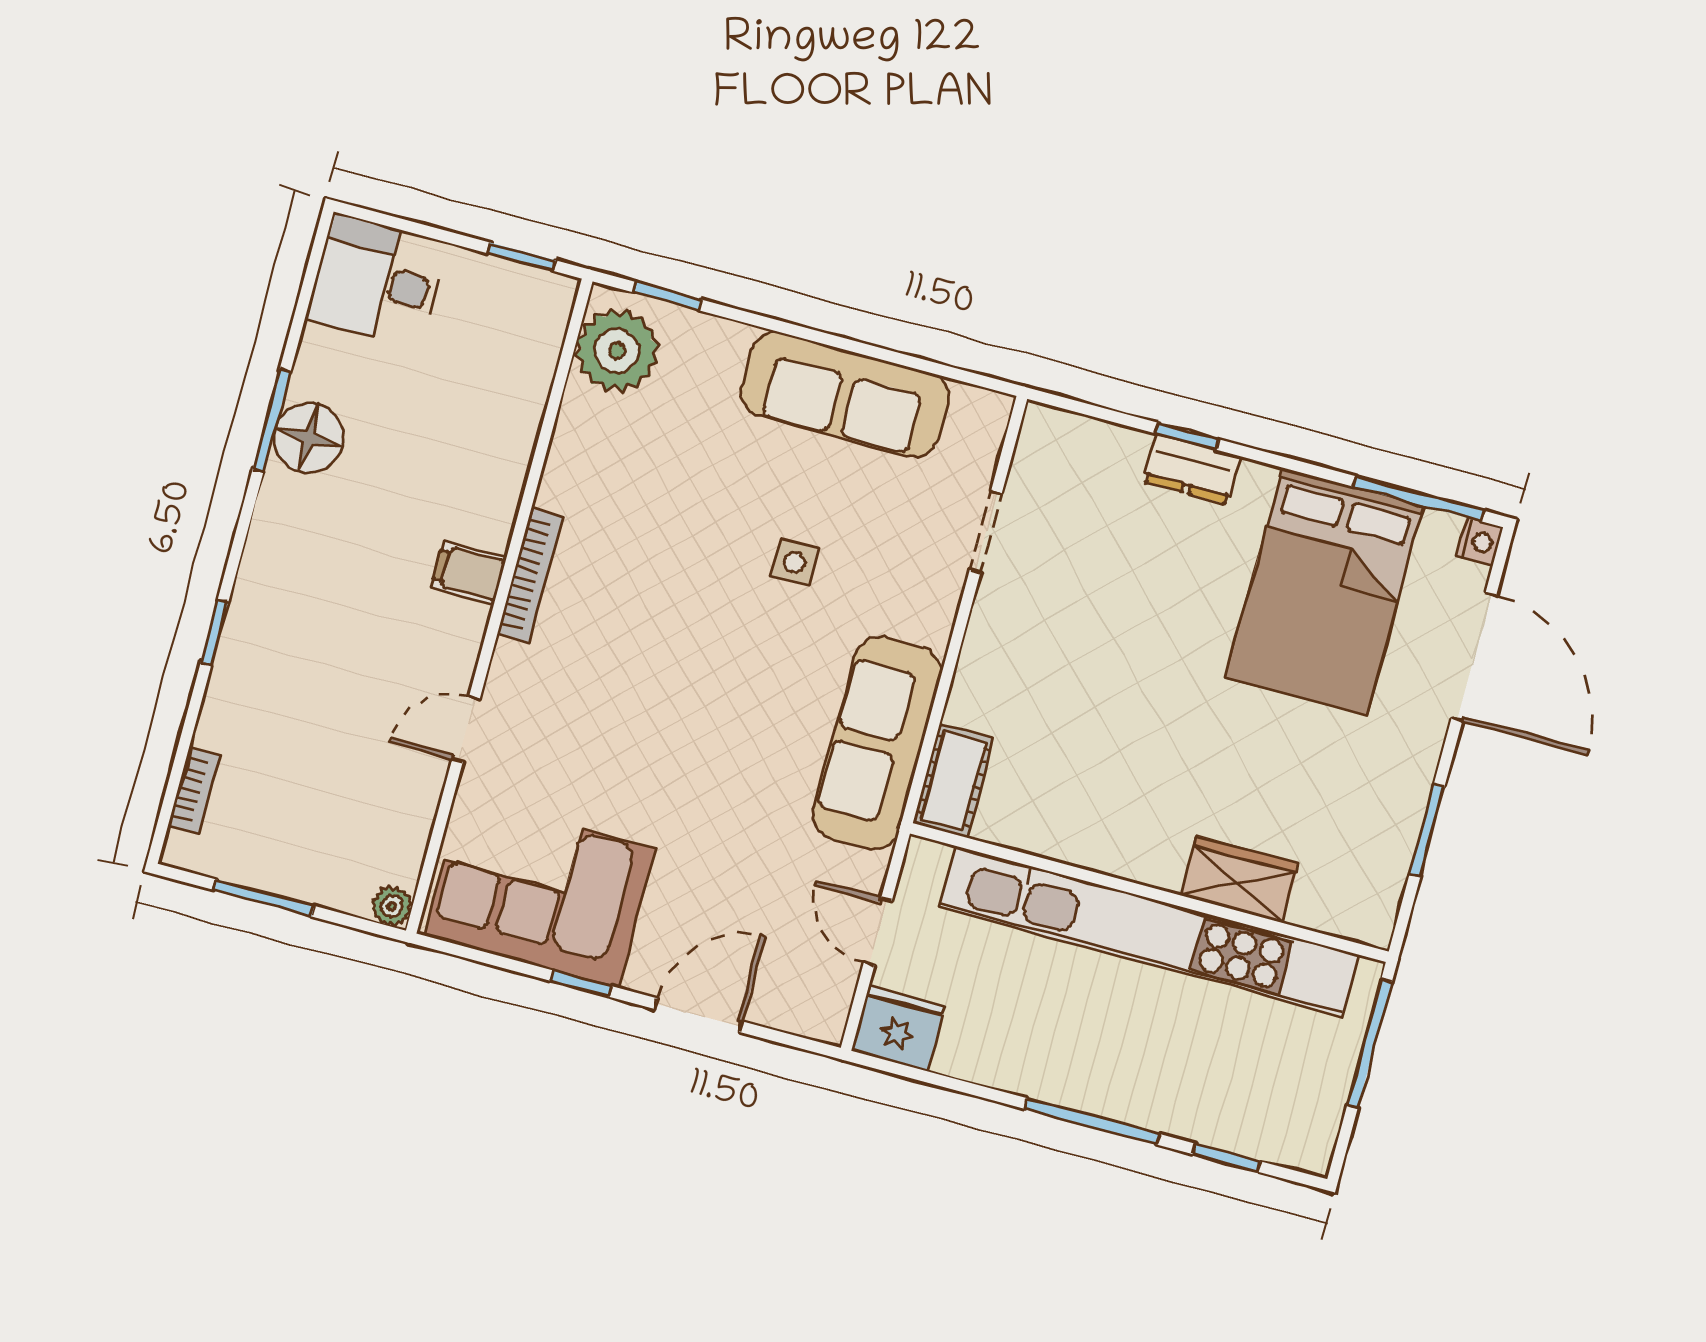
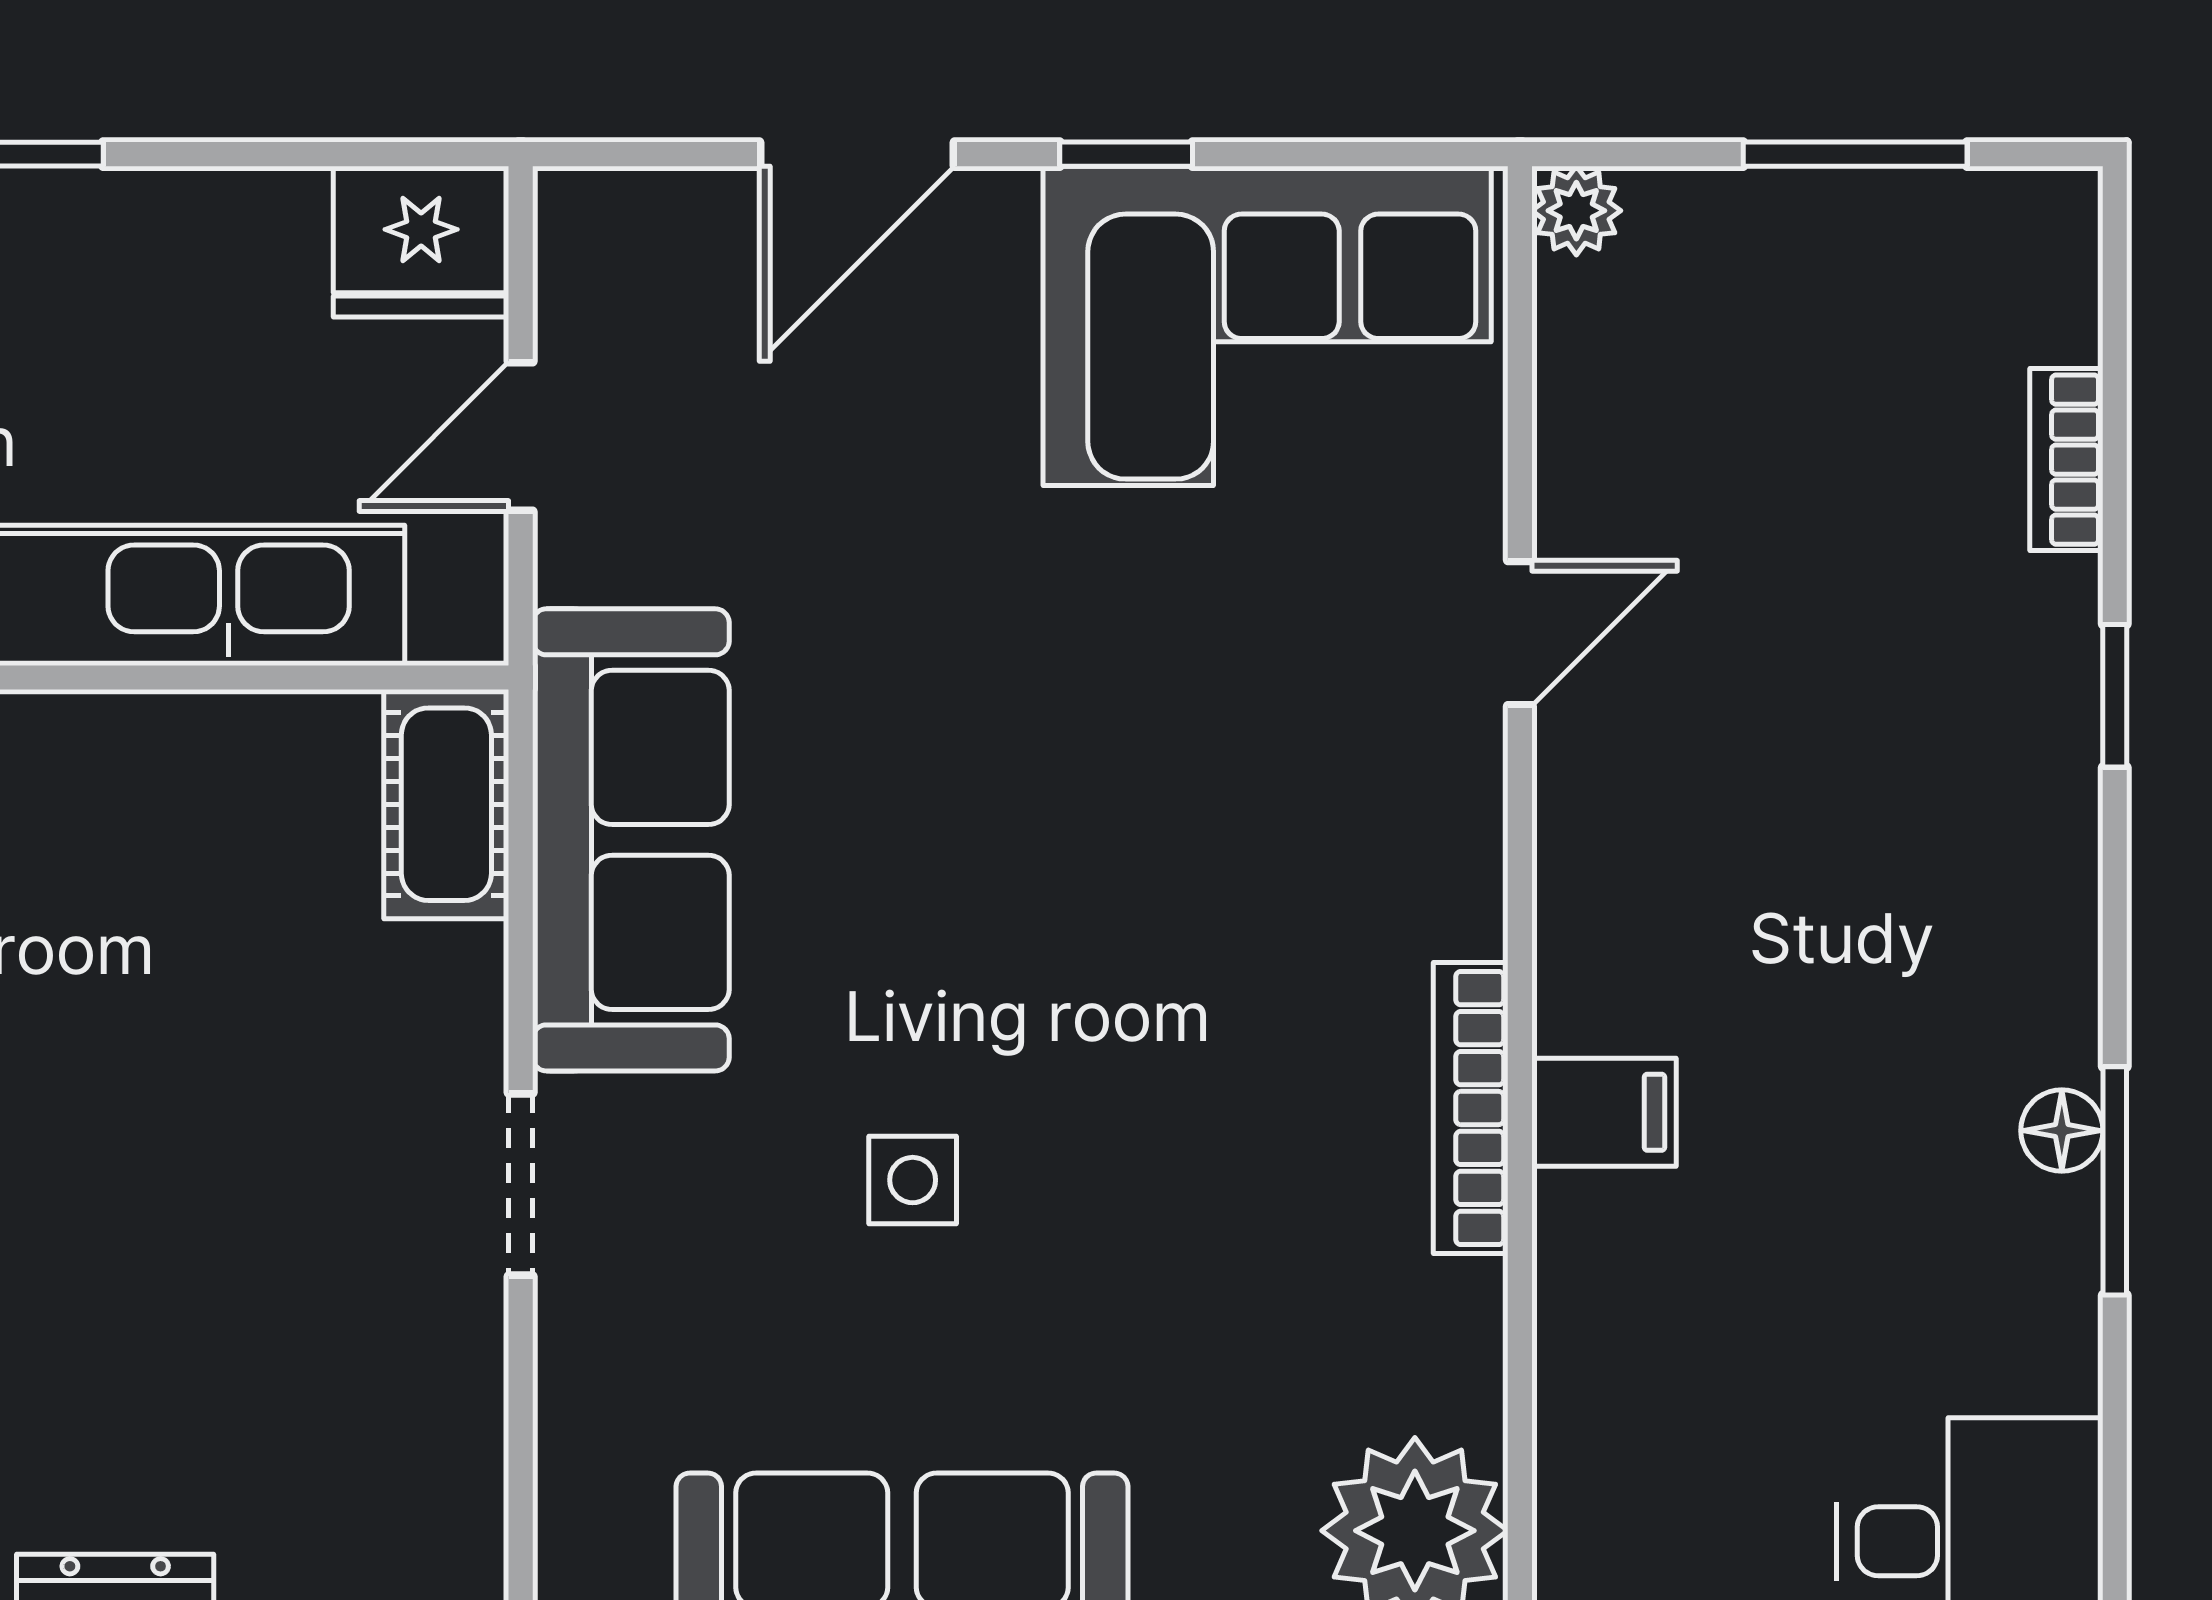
floor lamp: (309, 437) -> (2062, 1131), width x0.53, depth x0.53
doorway: (986, 532) -> (521, 1185), moved
filing cabinet: (469, 573) -> (1604, 1112), moved
bookcase: (530, 575) -> (1471, 1108), moved
bookcase: (194, 790) -> (2066, 460), moved
door: (878, 932) -> (521, 436), swing flipped

